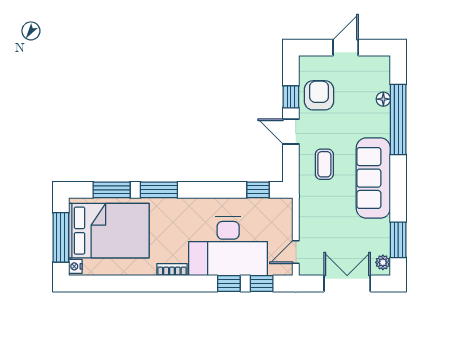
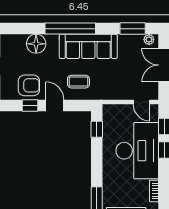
armchair: (319, 95) -> (29, 85), turned 180
floor lamp: (383, 99) -> (36, 44), width x1.89, depth x1.89
window: (398, 119) -> (70, 29), moved
door: (291, 132) -> (55, 106), swing flipped

